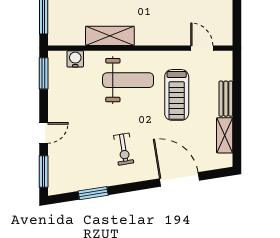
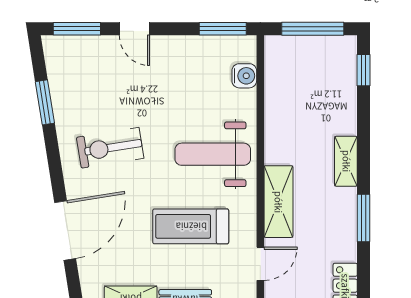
shelving: (110, 36) -> (278, 202), moved
weight bench: (128, 80) -> (213, 154), turned 90
exercise bike: (124, 149) -> (110, 148), width x1.38, depth x1.39

